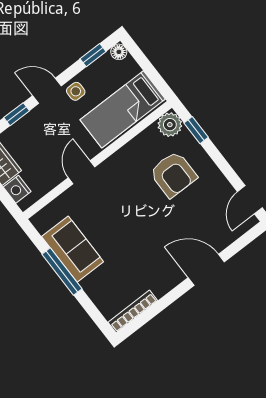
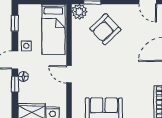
floor lamp: (119, 52) -> (23, 77), moved
armchair: (173, 174) -> (105, 29), turned 137

